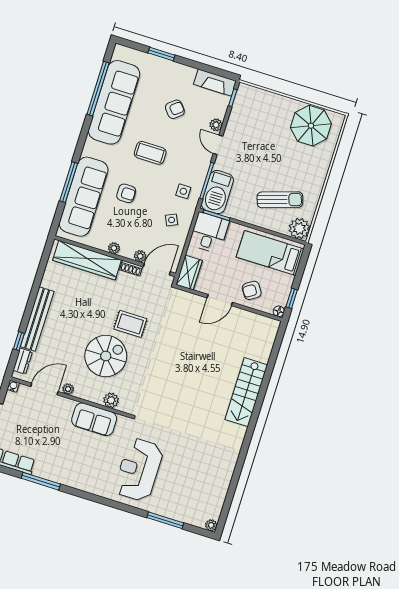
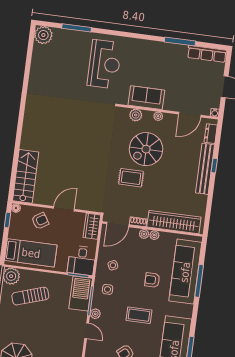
plant: (216, 125) -> (95, 314), moved
plant: (140, 256) -> (144, 234), moved
window: (19, 341) -> (214, 166), moved
plant: (68, 389) -> (158, 116), moved
stairs: (246, 392) -> (26, 176), moved
plant: (211, 525) -> (43, 35), width x1.88, depth x1.88

